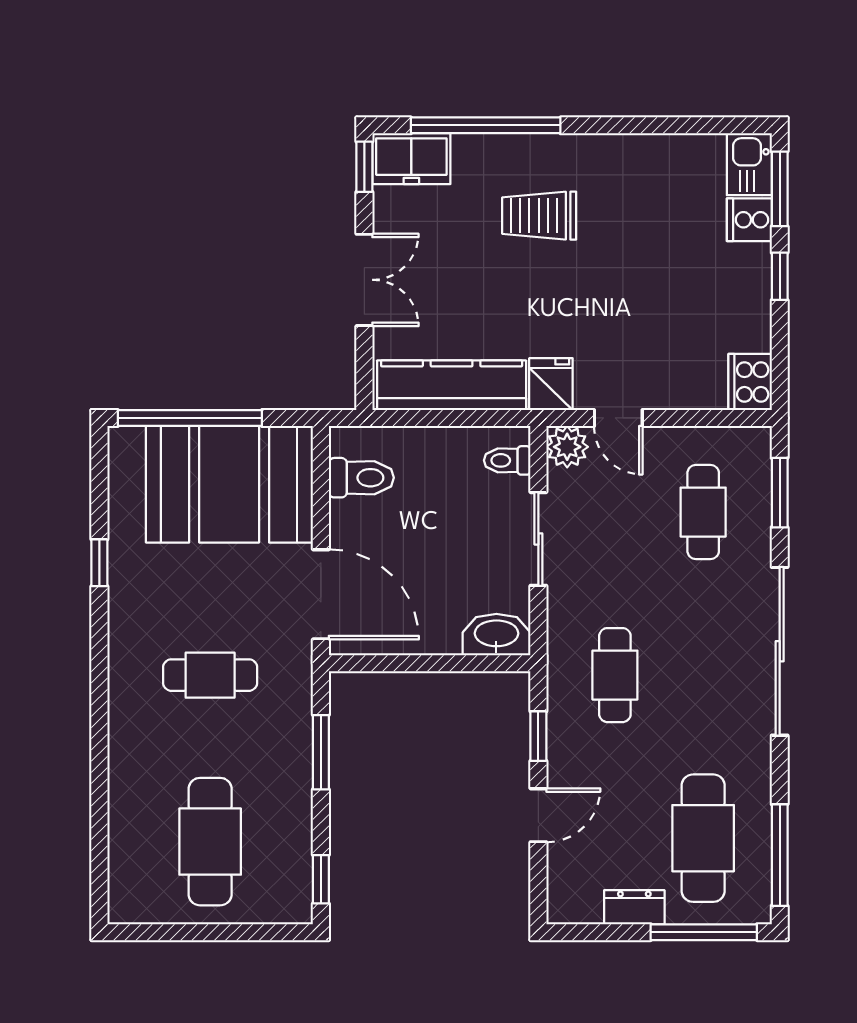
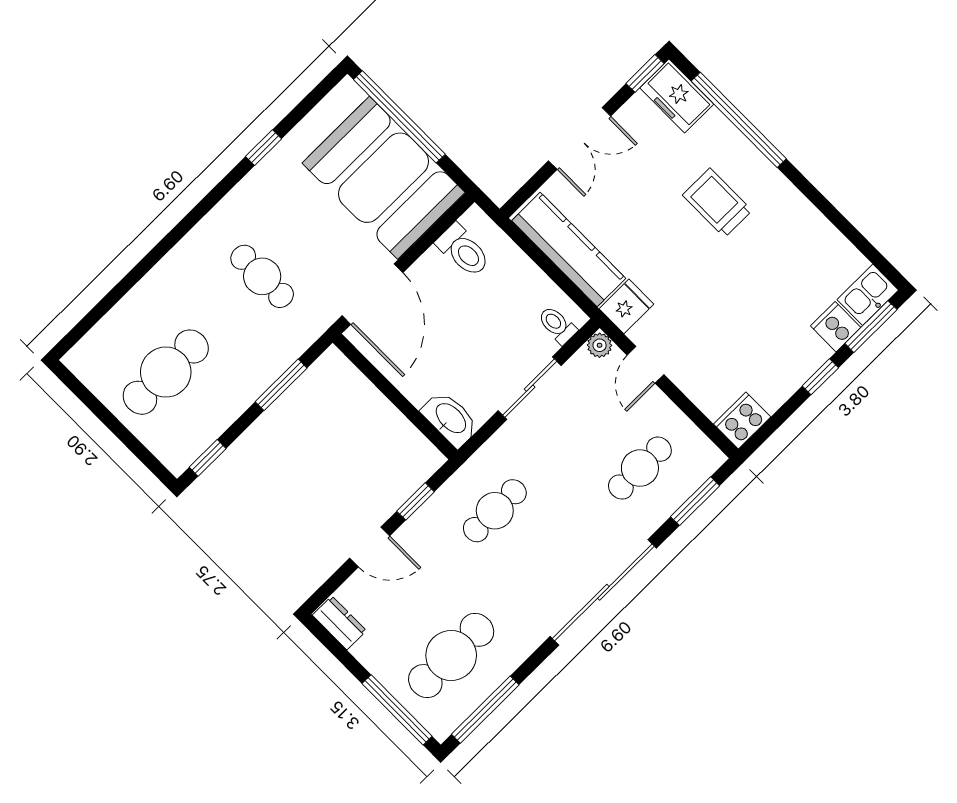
plant: (567, 447) -> (600, 345), width x0.73, depth x0.73
dresser: (634, 907) -> (339, 623), moved

